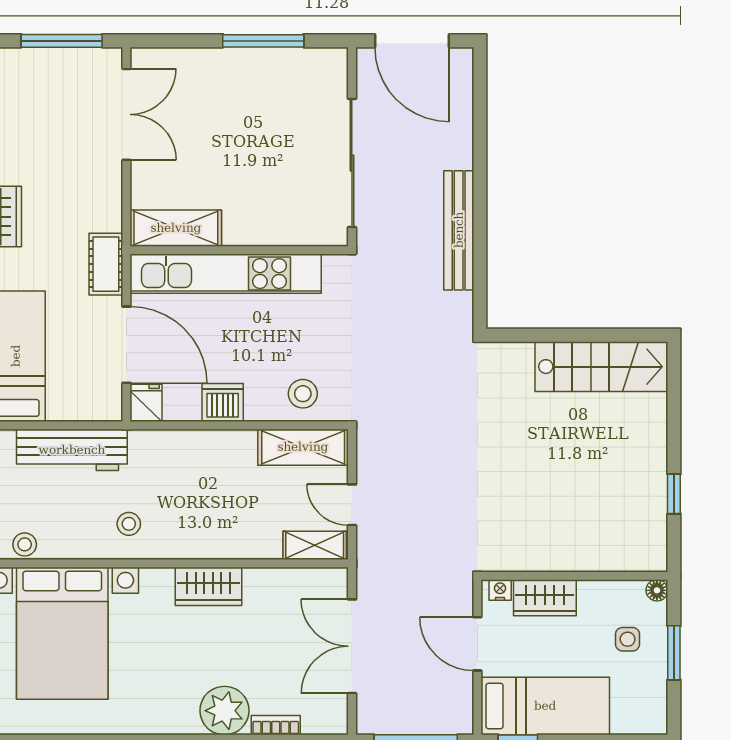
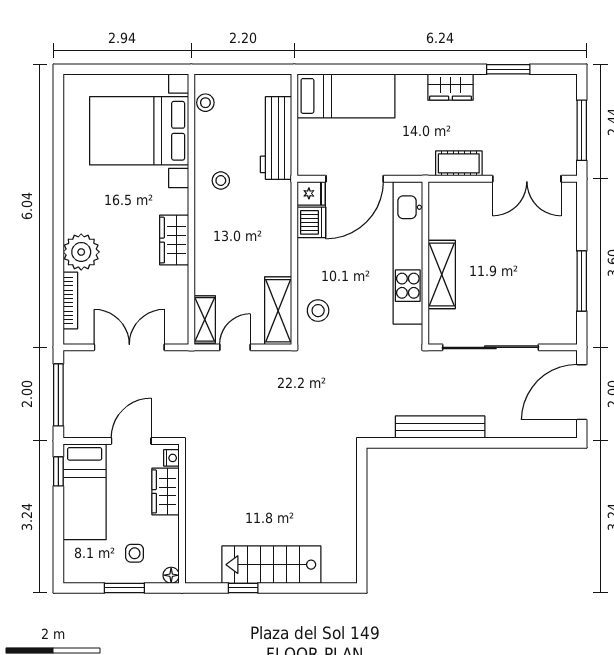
shelving: (176, 228) -> (442, 275), moved
cot: (106, 264) -> (459, 163), moved
stairs: (601, 367) -> (271, 565), moved, turned 90
dishwasher: (223, 403) -> (311, 222), moved
bookcase: (276, 725) -> (70, 301), width x1.56

